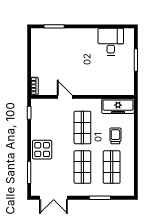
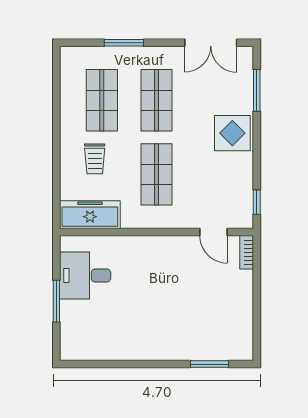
desk: (111, 42) -> (85, 275), moved, turned 90
door: (65, 97) -> (213, 232), moved
double door: (54, 198) -> (211, 43), swing flipped

